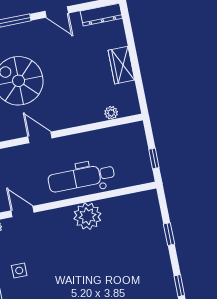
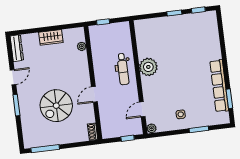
window: (154, 158) -> (103, 22), moved
dental chair: (81, 178) -> (123, 69), width x0.73, depth x0.72
window: (169, 234) -> (174, 13), moved

